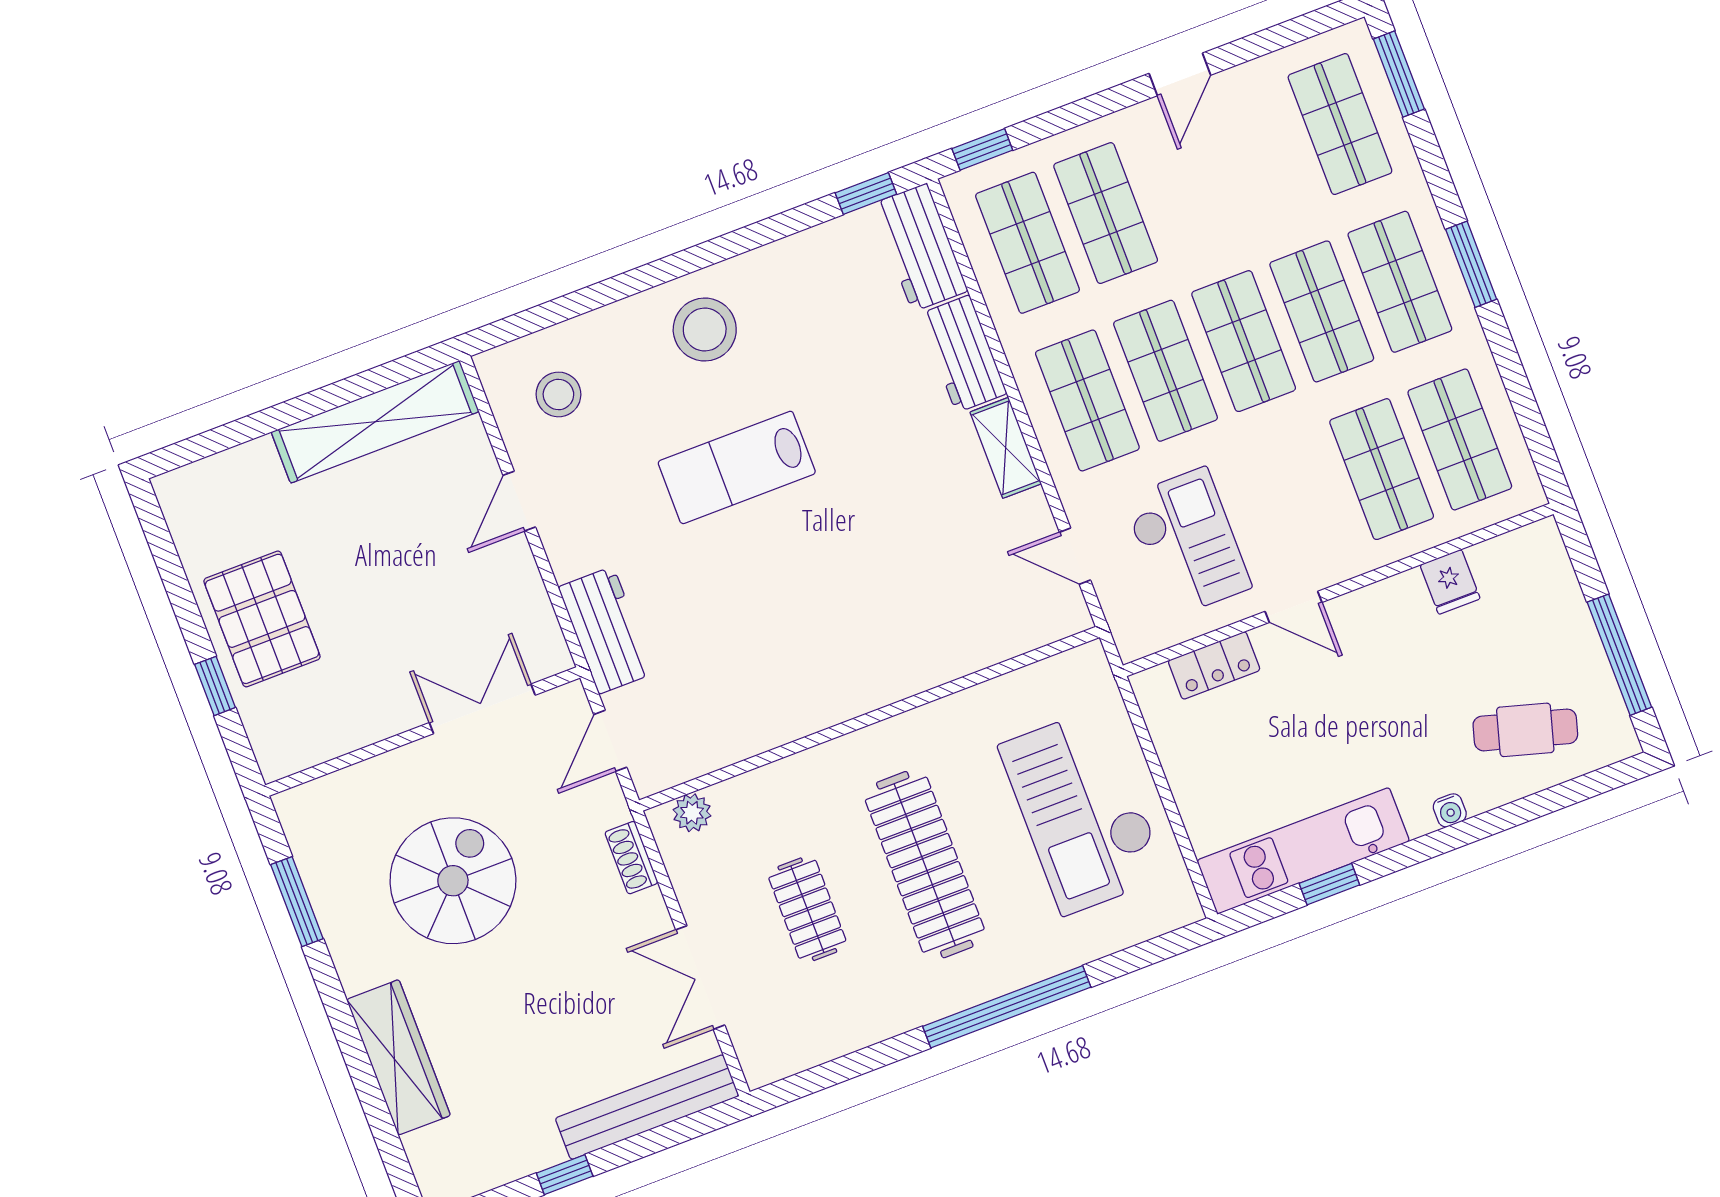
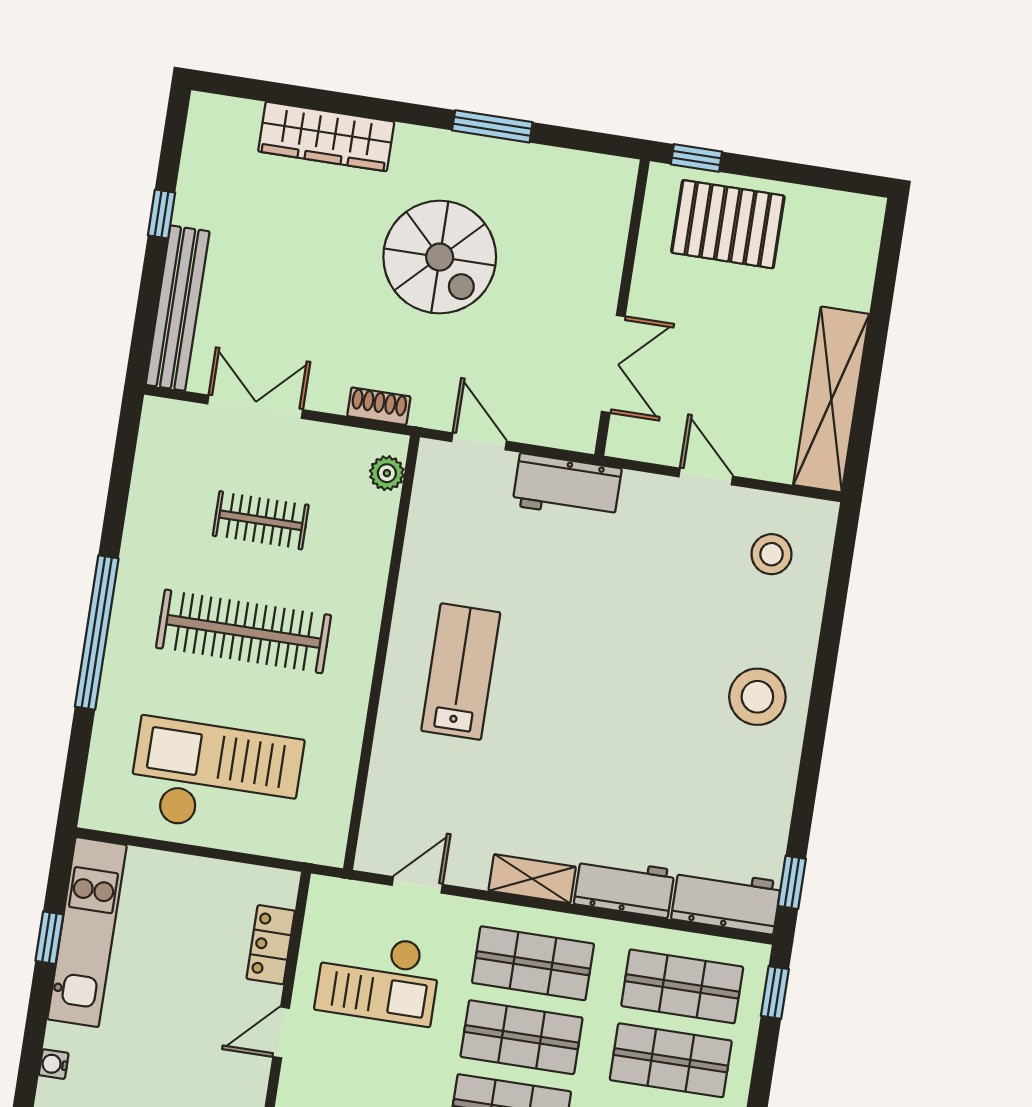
lab bench: (737, 467) -> (461, 672), moved
double door: (482, 709) -> (613, 364), moved
wall: (423, 731) -> (622, 308), moved

